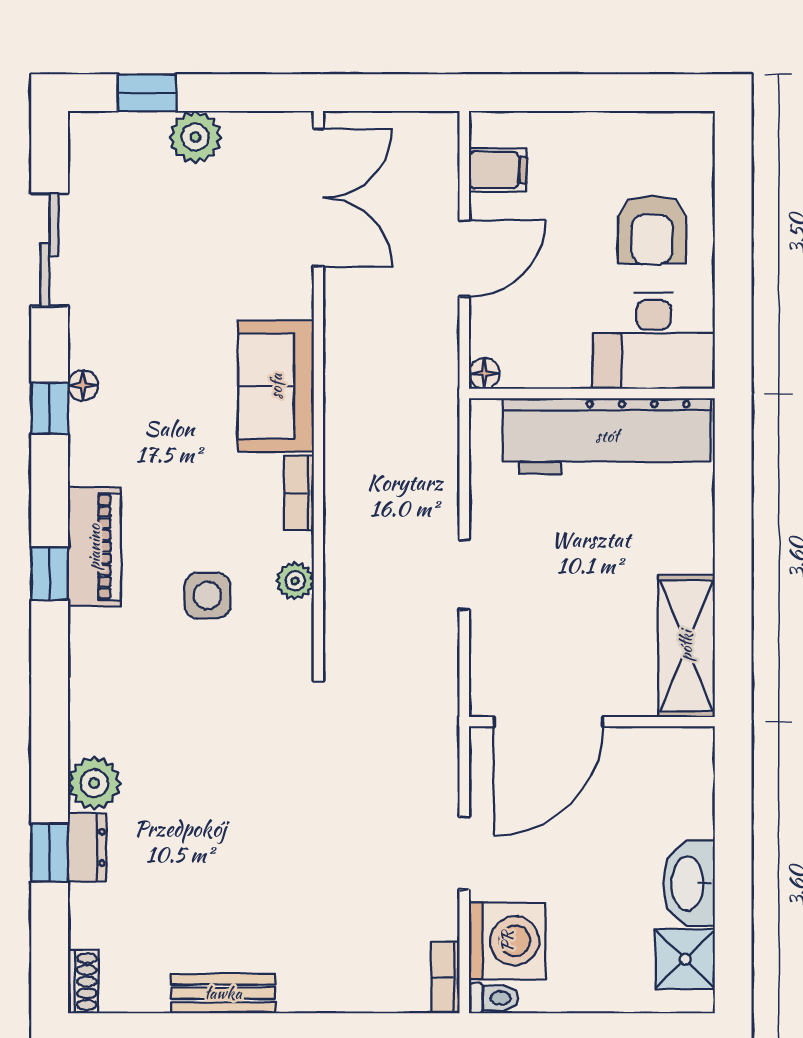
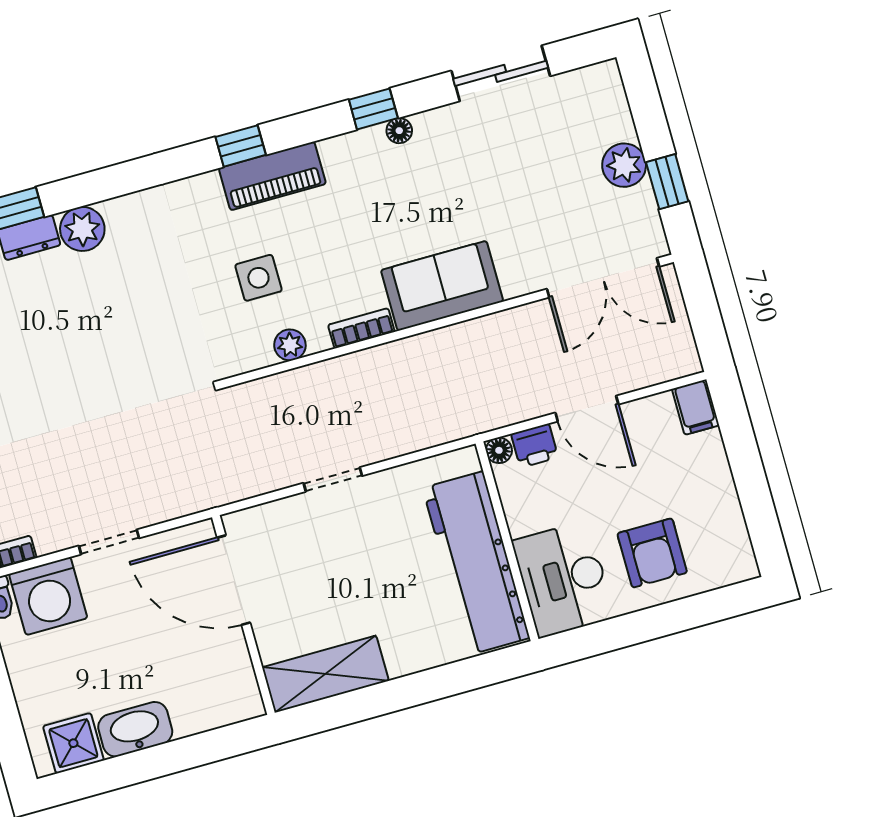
window: (147, 93) -> (667, 182), moved
filing cabinet: (498, 170) -> (696, 407), moved
armchair: (652, 230) -> (652, 553), turned -90
printer: (490, 331) -> (535, 446), added

